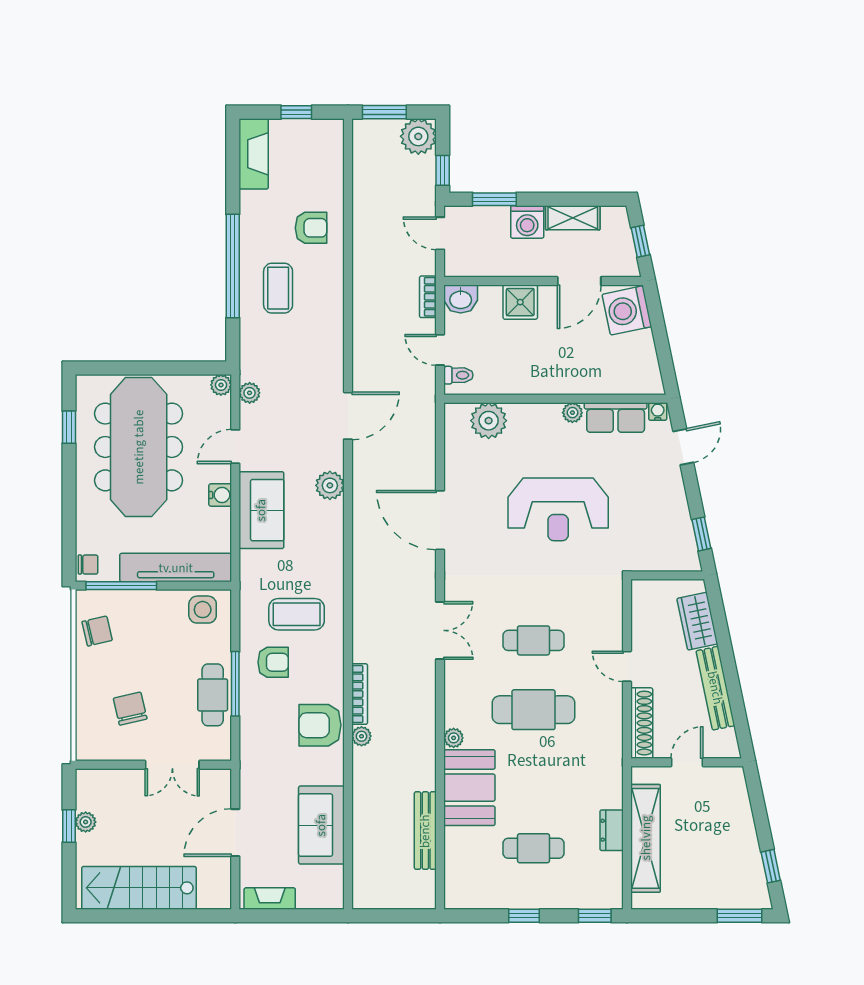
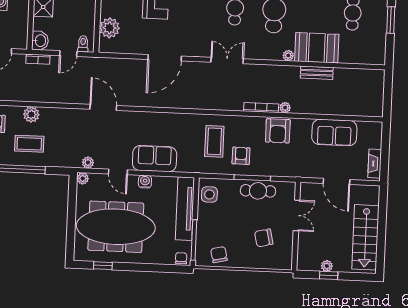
plant: (330, 485) -> (31, 114), moved
bench: (425, 831) -> (317, 73), moved, width x0.73
window: (524, 916) -> (391, 20), width x1.50

